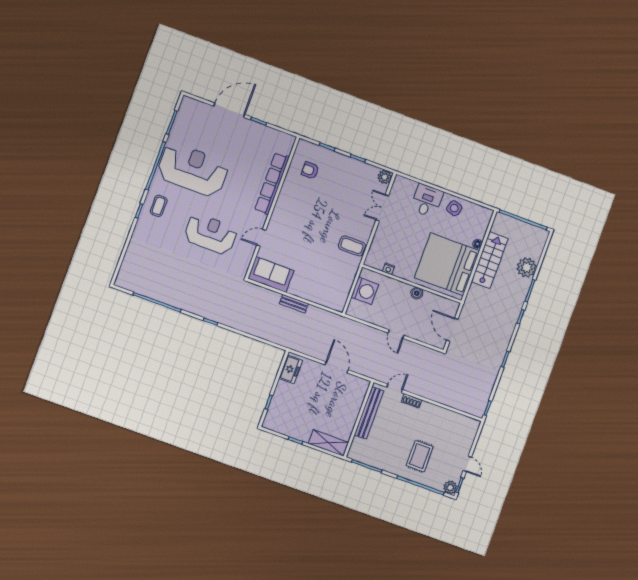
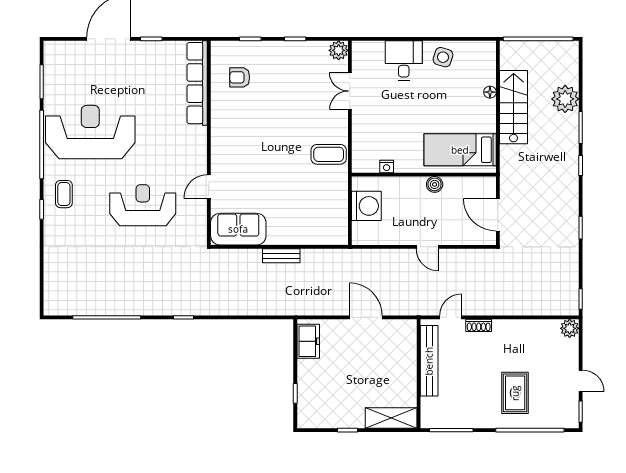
row of seats: (272, 184) -> (197, 83), moved
bed: (447, 264) -> (460, 150), width x0.49
plant: (450, 487) -> (570, 328), moved

